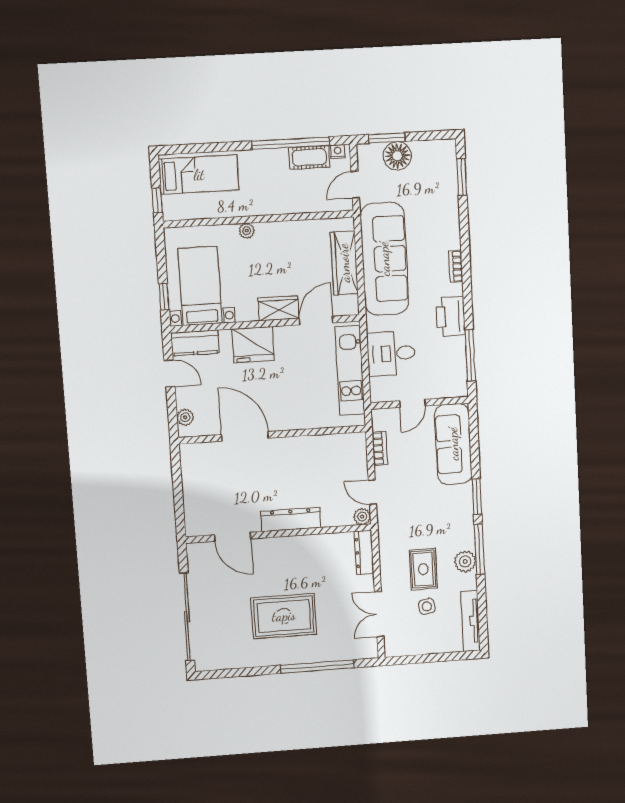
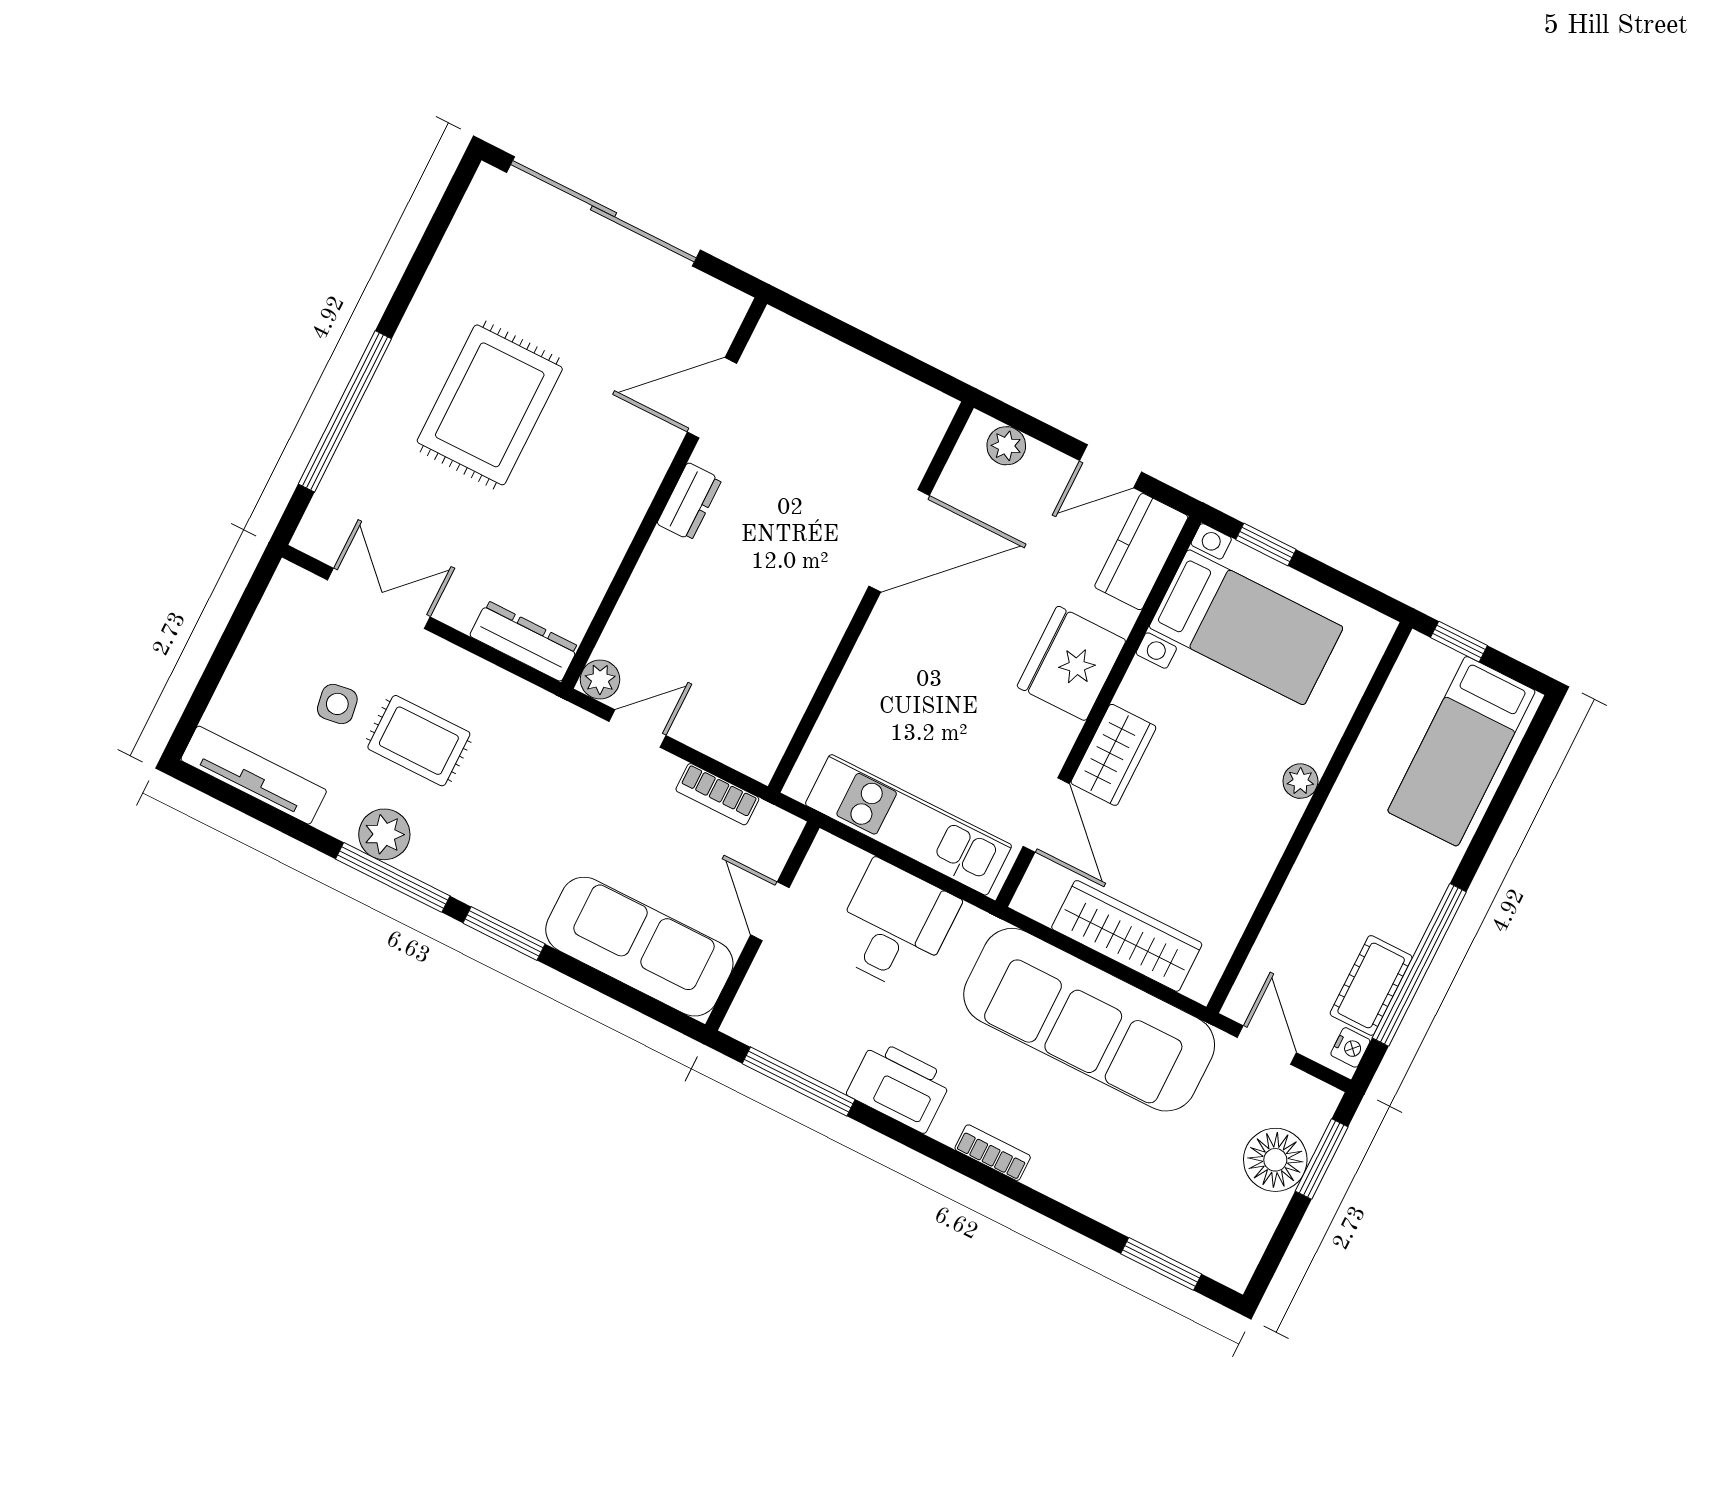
dresser: (291, 520) -> (689, 502), width x0.51, depth x0.80

